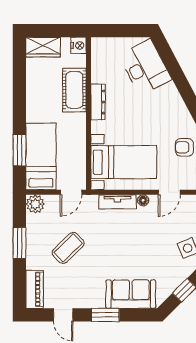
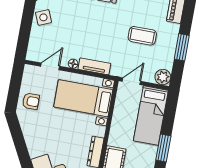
window: (19, 150) -> (163, 148), moved
coffee table: (68, 248) -> (142, 36), turned 44

